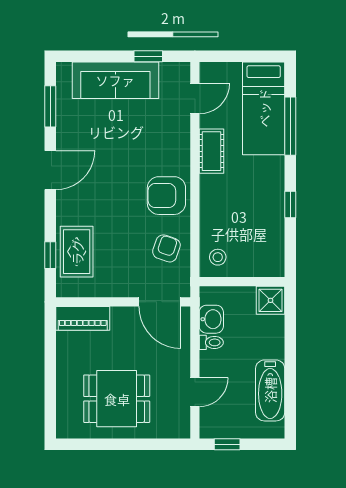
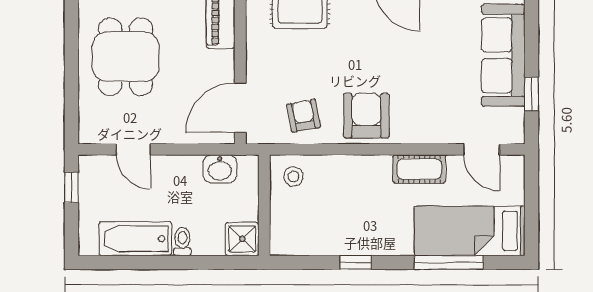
armchair: (166, 248) -> (304, 116), turned -120
toilet: (211, 342) -> (182, 242), moved, turned 180

